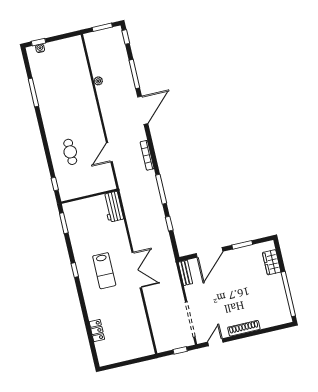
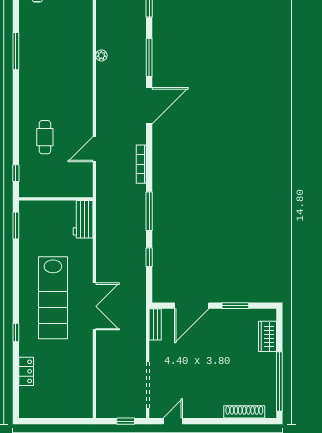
window: (75, 270) -> (16, 333), moved
lab bench: (104, 271) -> (53, 298), width x1.86, depth x1.39
shoe rack: (244, 328) -> (244, 412), moved

